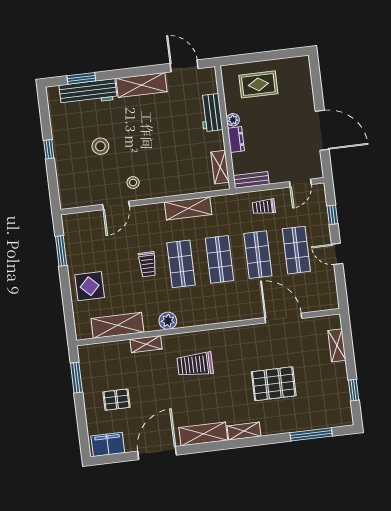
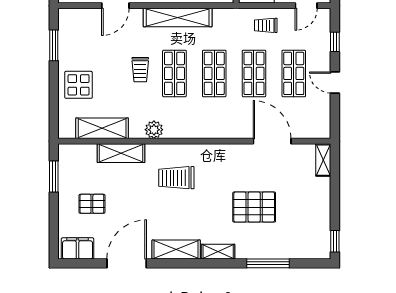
shelving: (188, 208) -> (178, 18), width x1.47
shelving: (146, 344) -> (121, 153), width x1.50, depth x1.33
shelving: (337, 345) -> (323, 160), moved
window: (354, 390) -> (335, 241), moved
window: (311, 434) -> (268, 263), moved

